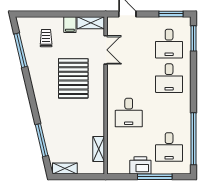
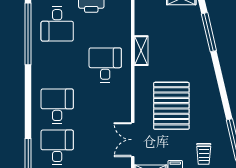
desk: (169, 147) -> (57, 24), turned 180
shelving: (99, 149) -> (141, 51), moved

